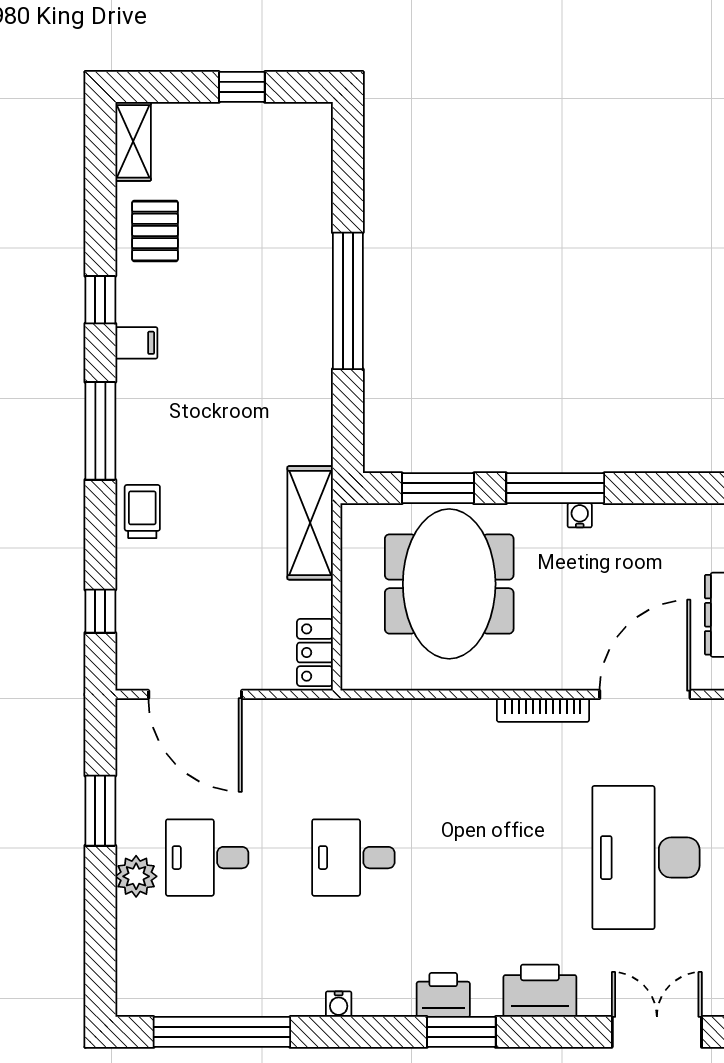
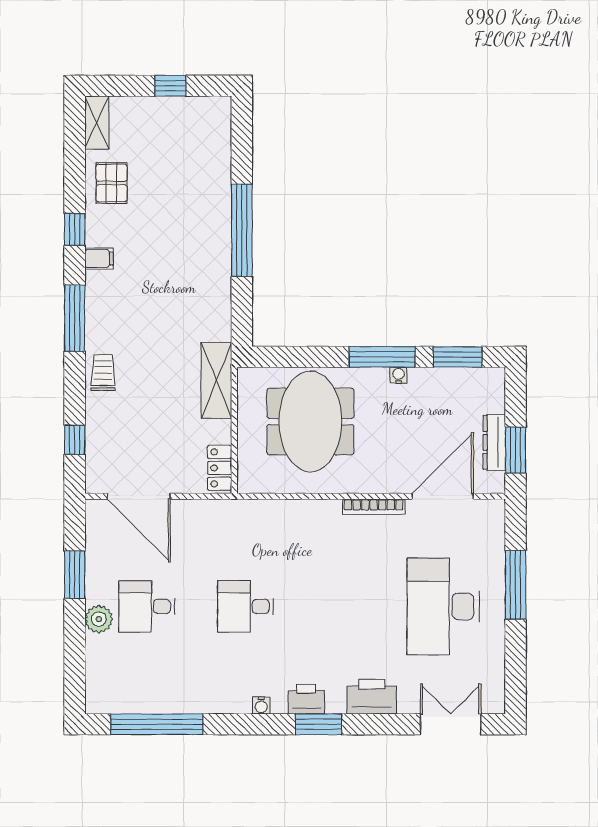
window: (438, 488) -> (458, 357), moved
water cooler: (339, 1004) -> (261, 705), moved

